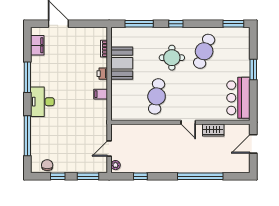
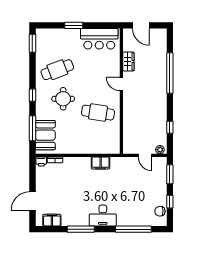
cafe table: (204, 51) -> (57, 70), turned -42
booth: (122, 63) -> (45, 135), moved, turned 90
printer: (102, 74) -> (41, 162), moved
filing cabinet: (101, 94) -> (101, 163), width x2.00
door: (188, 122) -> (121, 84), swing flipped

